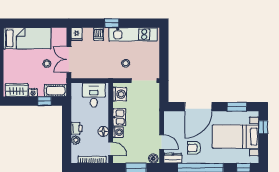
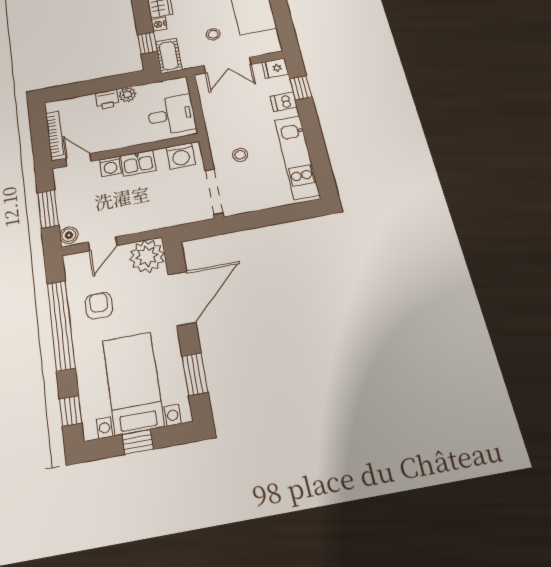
window: (112, 23) -> (301, 88), moved
double door: (69, 59) -> (228, 65), swing flipped
door: (198, 107) -> (182, 298), swing flipped
plant: (173, 120) -> (147, 256), added
window: (263, 127) -> (138, 442), moved
floor lamp: (103, 131) -> (108, 142), removed
plant: (76, 140) -> (128, 94), moved
door: (111, 149) -> (78, 160), swing flipped
dresser: (173, 158) -> (74, 270), removed

